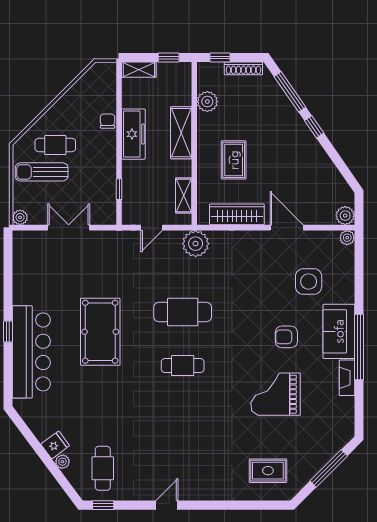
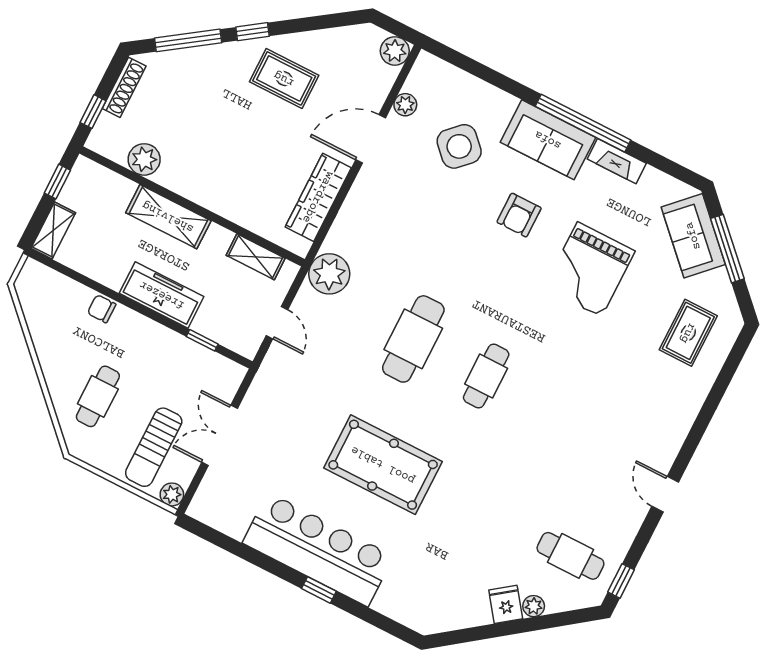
freezer: (133, 134) -> (162, 295), moved
rug: (234, 160) -> (284, 79), moved
sun lounger: (42, 172) -> (154, 447), moved
plant: (347, 238) -> (405, 105), moved
side table: (309, 282) -> (459, 146), turned 45
bar counter: (31, 352) -> (318, 549), moved
sofa: (326, 445) -> (693, 236), added

